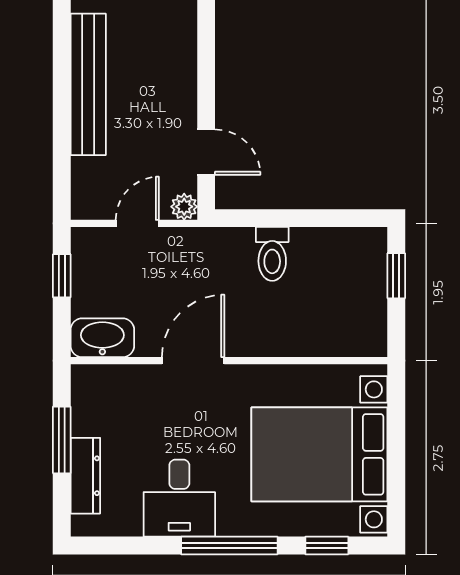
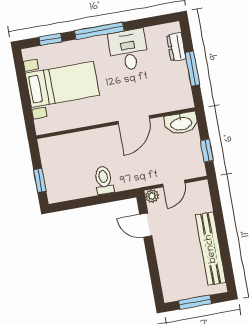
bed with nightstands: (319, 454) -> (62, 84), width x0.73
dresser: (85, 476) -> (176, 47), width x0.70

